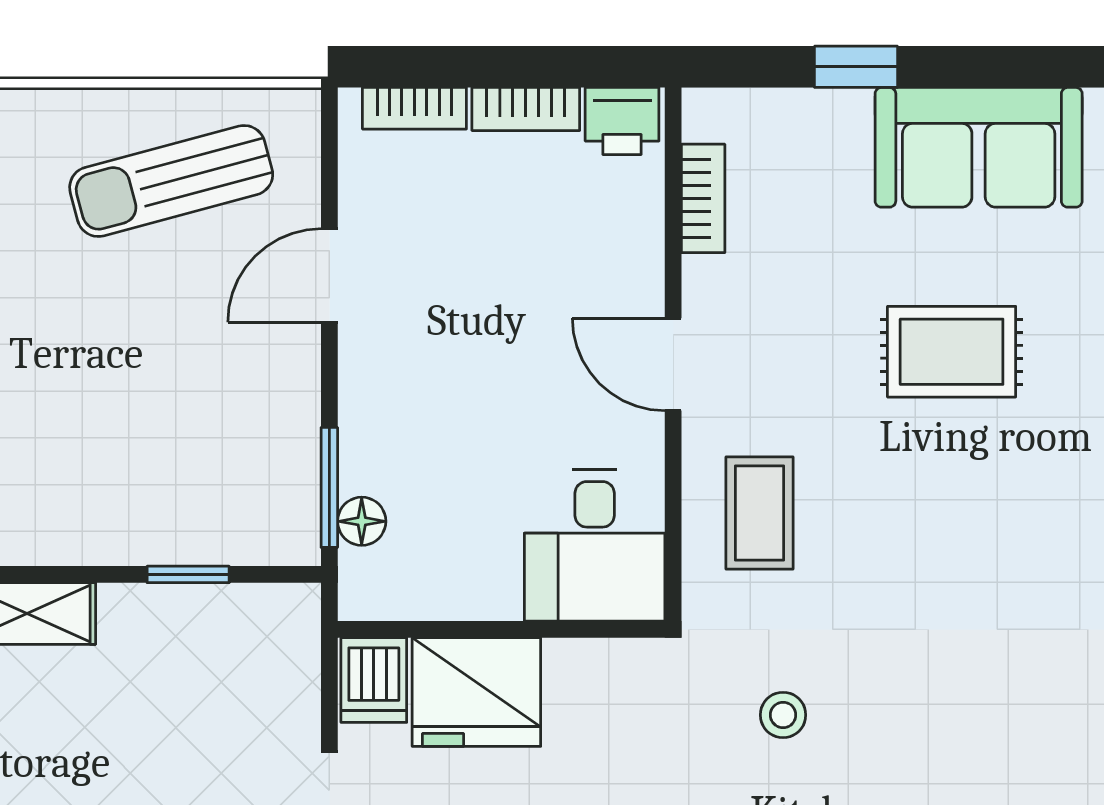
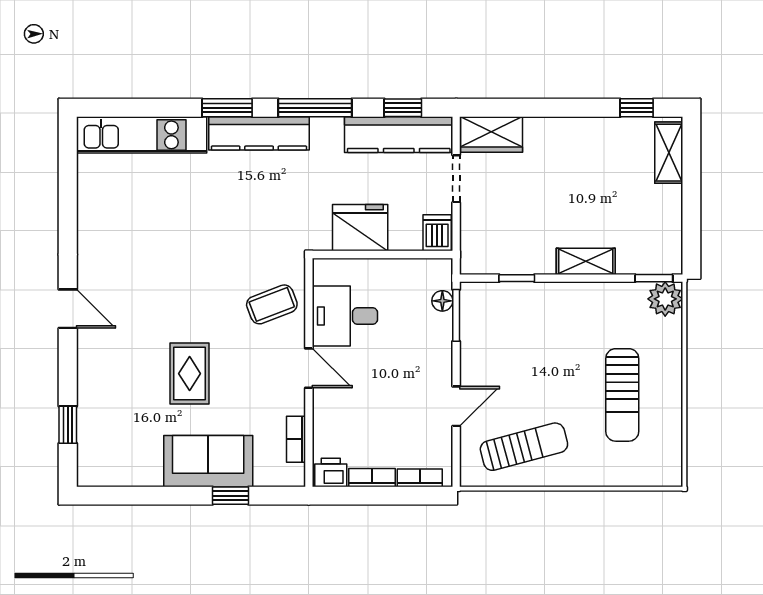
sofa: (979, 147) -> (208, 461), moved
rug: (952, 352) -> (190, 374), turned 90
coffee table: (759, 513) -> (272, 304), turned 69
desk: (595, 545) -> (345, 316), moved, turned -90
fridge: (476, 692) -> (360, 228), moved
stool: (783, 715) -> (262, 218), removed

